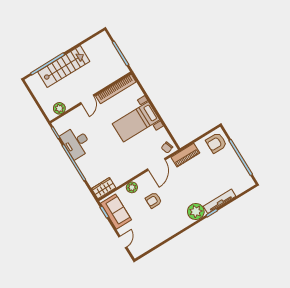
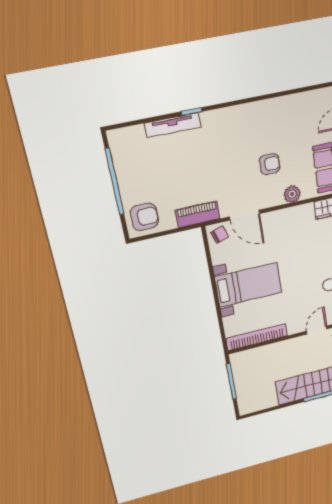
door: (87, 99) -> (317, 330), moved
door: (156, 164) -> (245, 215), swing flipped
plant: (196, 212) -> (215, 123), removed

